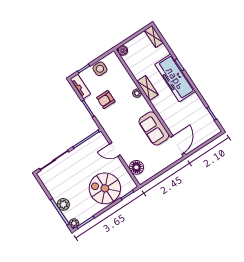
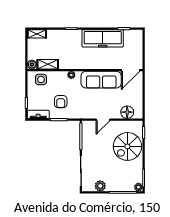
side table: (100, 69) -> (41, 79), moved
freezer: (175, 78) -> (103, 38), moved
shelving: (148, 88) -> (48, 64), moved
sofa: (154, 128) -> (101, 80), width x1.36
door: (177, 145) -> (131, 70), swing flipped
plant: (63, 204) -> (100, 186), moved

